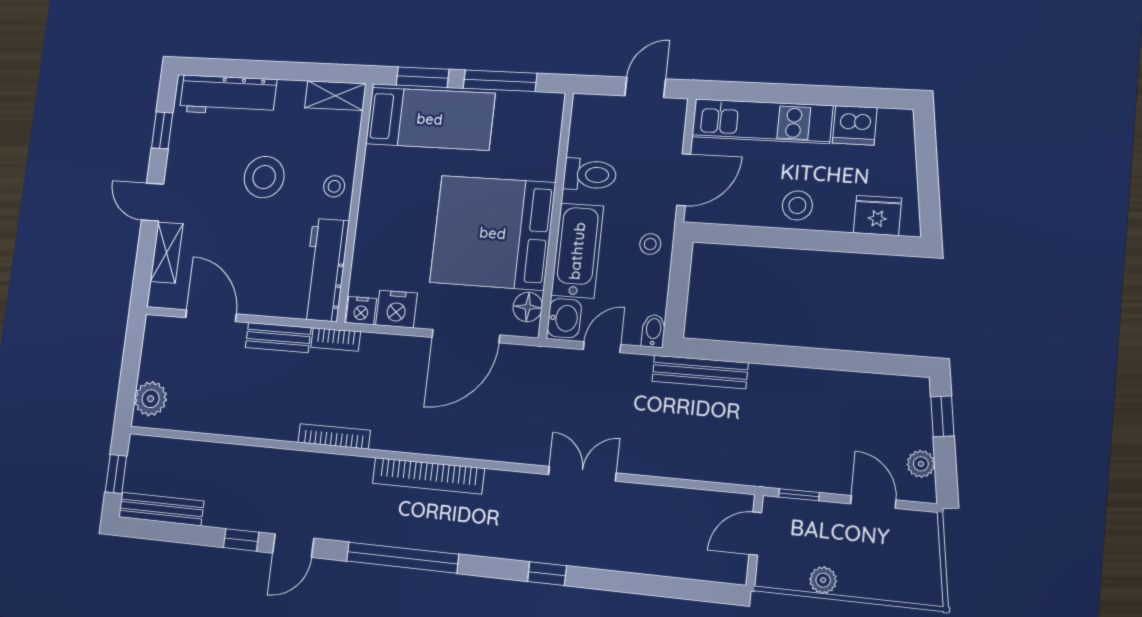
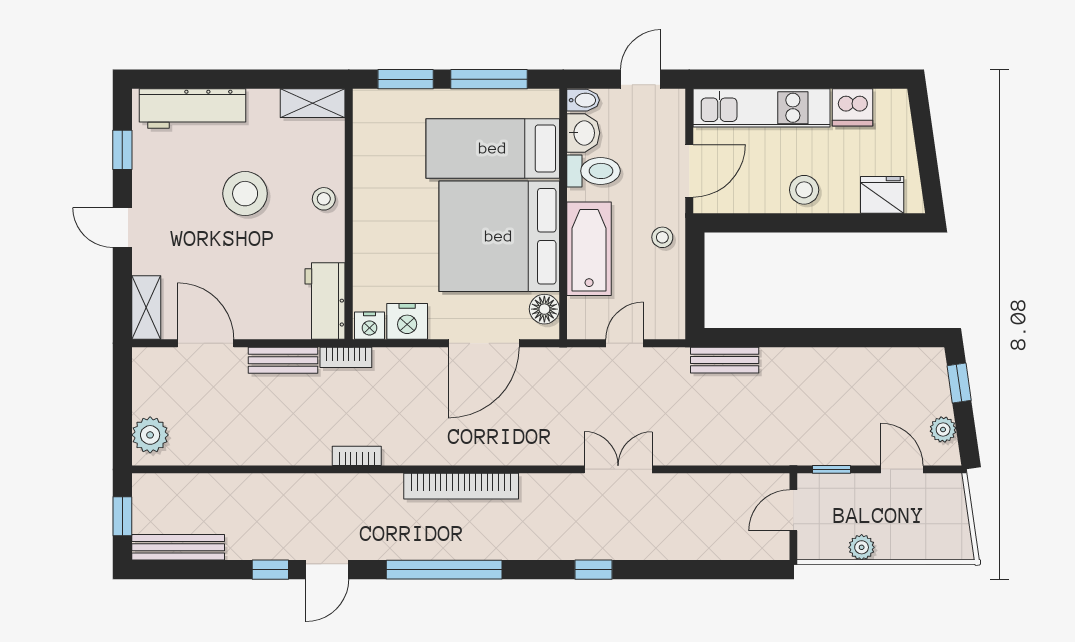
bed: (430, 119) -> (493, 148), moved, turned 180
shelving: (167, 253) -> (146, 307), moved
workbench: (325, 270) -> (325, 301), width x0.73
washbasin: (564, 318) -> (583, 133), moved
bidet: (653, 331) -> (583, 100), moved, turned 90
bench: (700, 372) -> (725, 360), width x0.73
bookcase: (334, 436) -> (357, 456), width x0.64

